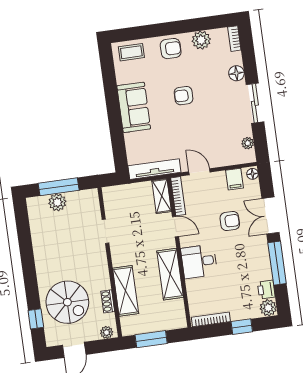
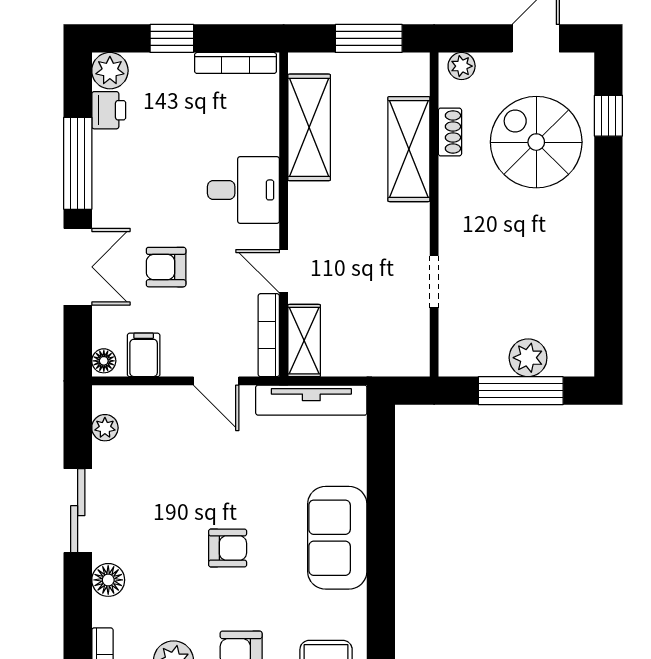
shelving: (170, 274) -> (309, 127), moved

